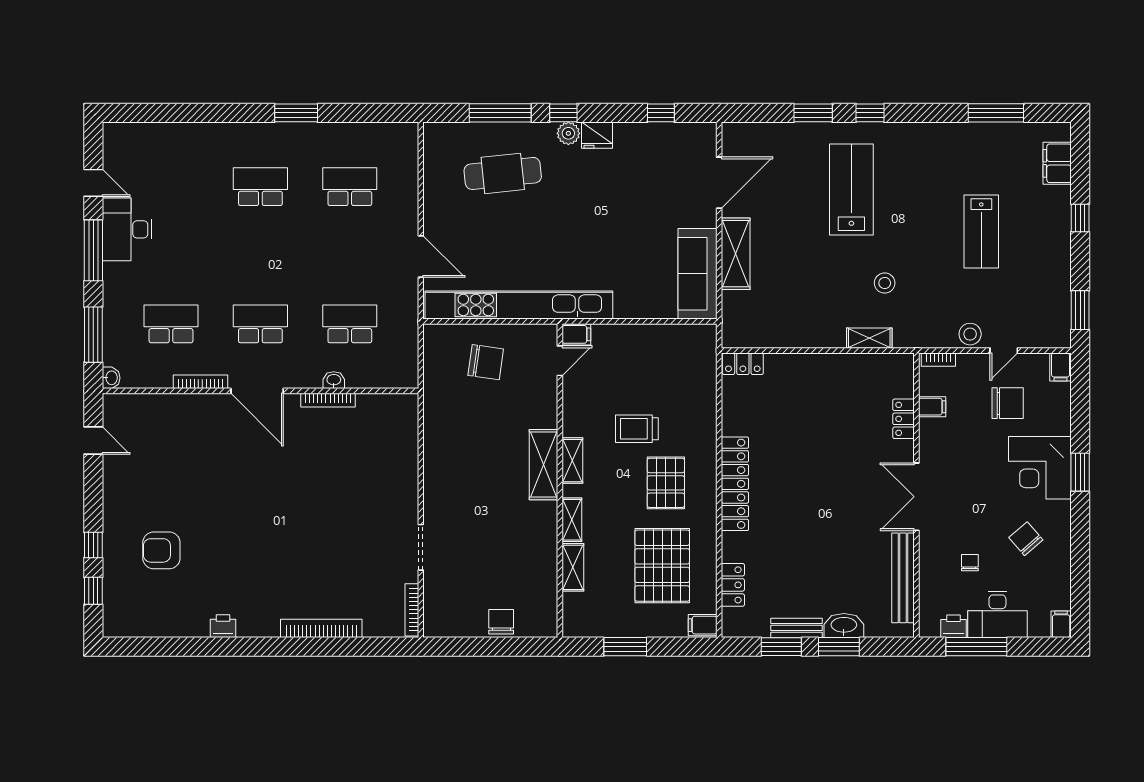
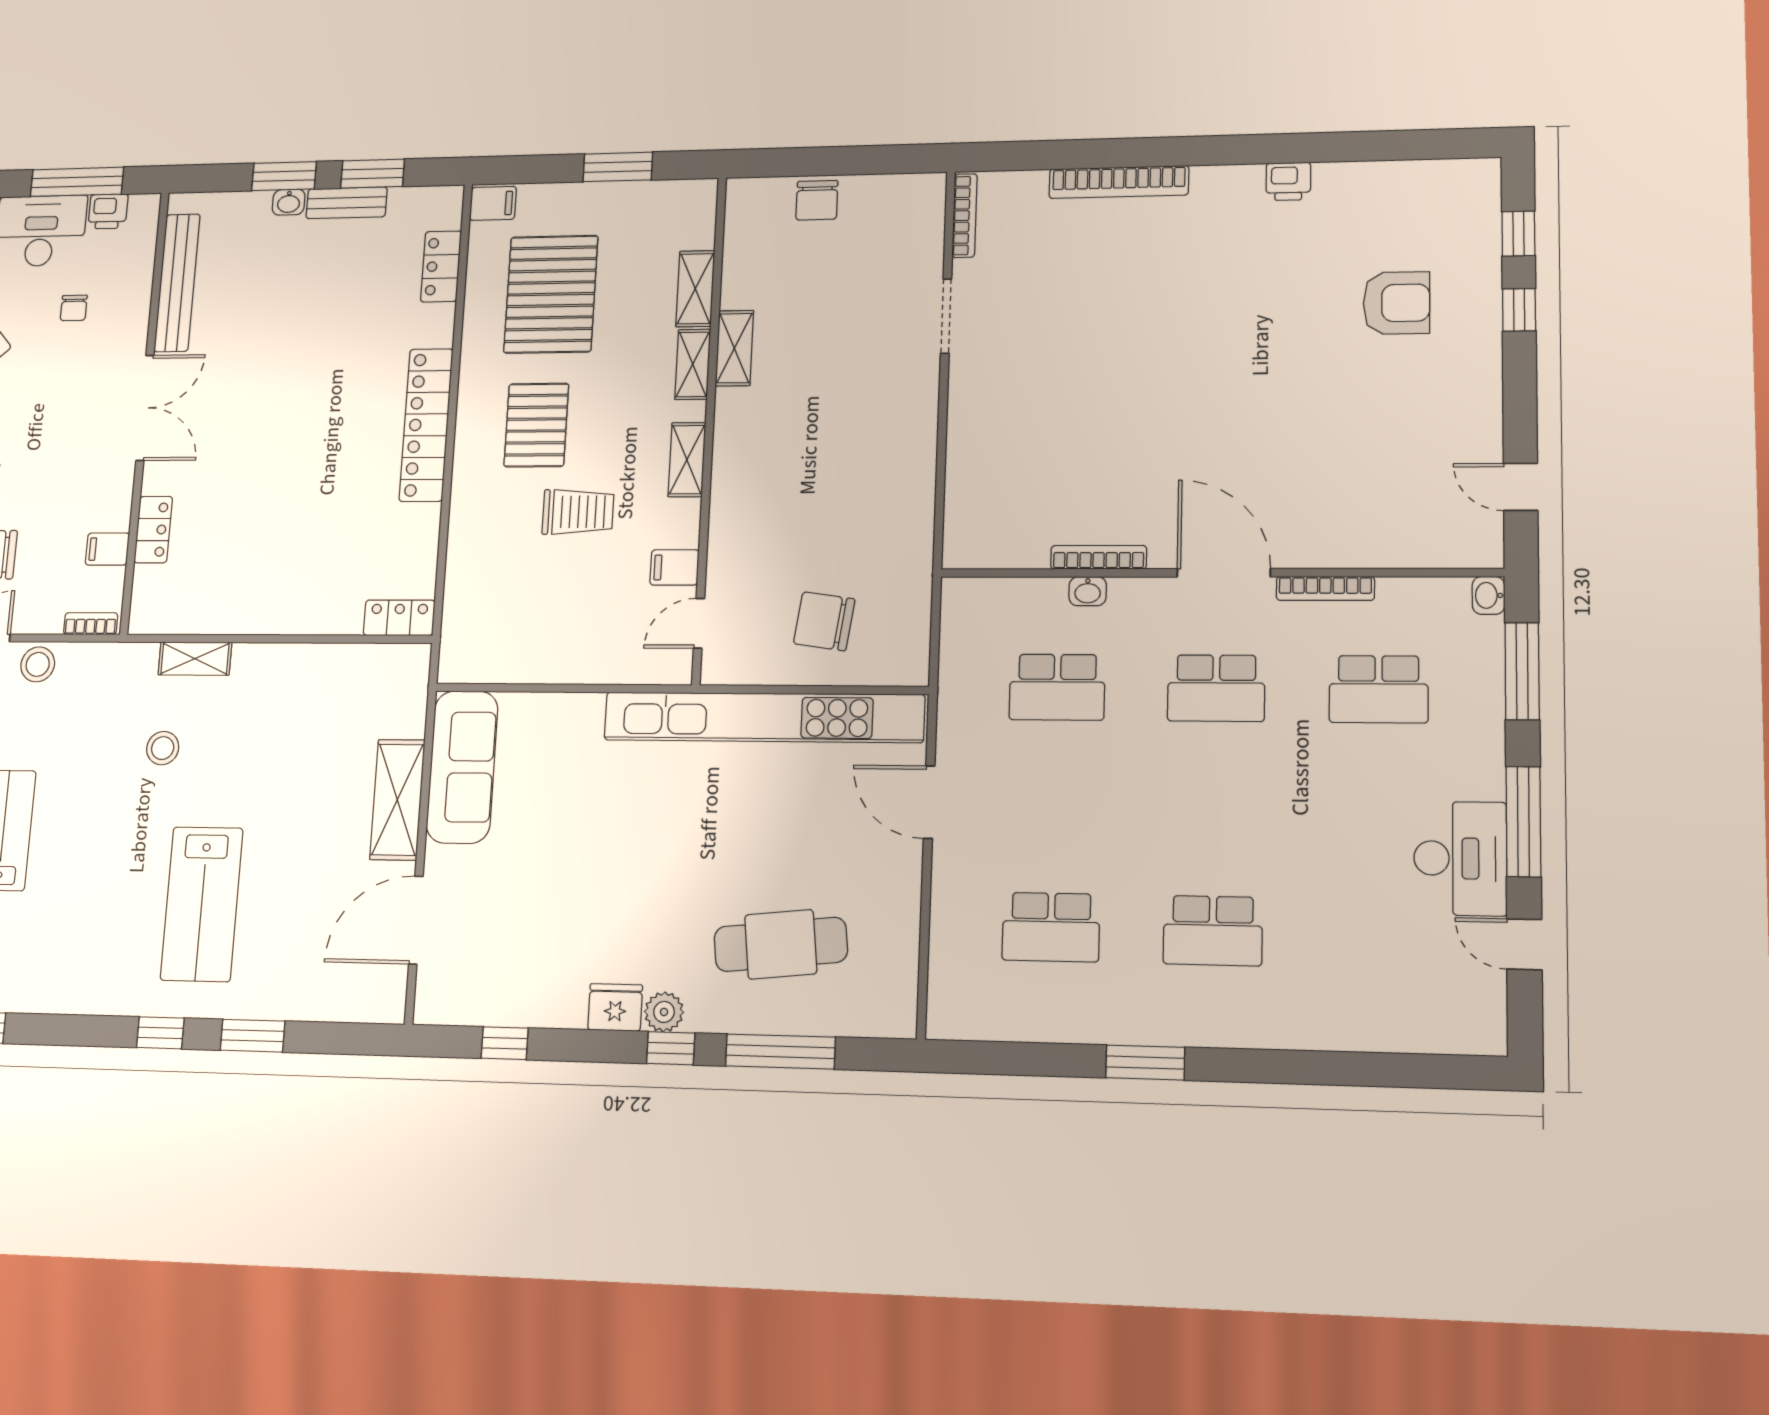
filing cabinet: (576, 334) -> (674, 567), moved
shelving: (543, 465) -> (734, 348), moved, width x0.67, depth x0.75
washbasin: (844, 626) -> (289, 202), width x0.52, depth x0.69

